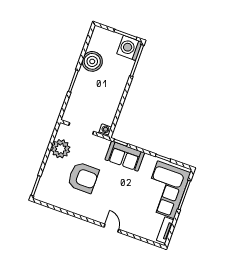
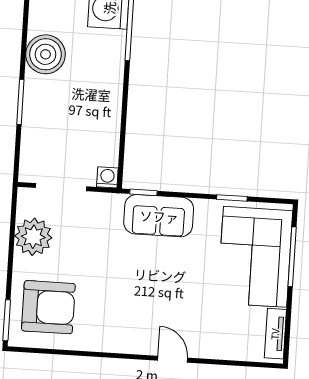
armchair: (83, 178) -> (48, 307), moved

